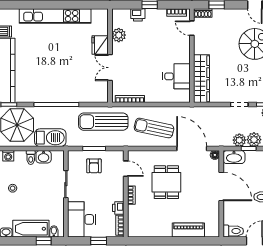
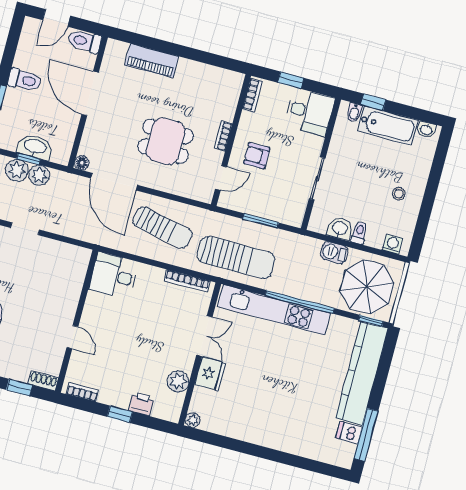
plant: (103, 13) -> (193, 420), added
kitchen unit: (55, 16) -> (274, 310), moved, turned 180
door: (192, 28) -> (72, 337), moved
desk: (176, 76) -> (114, 276), moved
wardrobe: (201, 79) -> (71, 283), removed
barbecue: (50, 138) -> (334, 253), width x0.53, depth x0.65
washbasin: (234, 157) -> (35, 147), moved
armchair: (94, 166) -> (257, 156), moved, turned -90
door: (126, 169) -> (221, 178), swing flipped
dining table: (166, 182) -> (165, 141), turned 90
door: (221, 186) -> (90, 93), moved
printer: (118, 208) -> (248, 122), removed
desk: (82, 219) -> (309, 112), width x0.73

